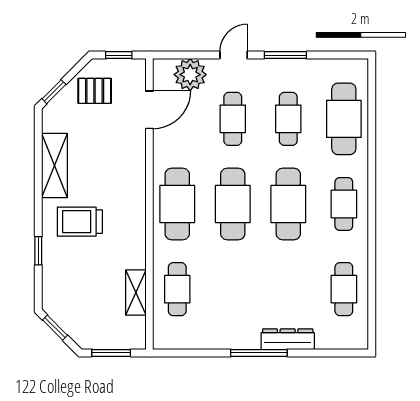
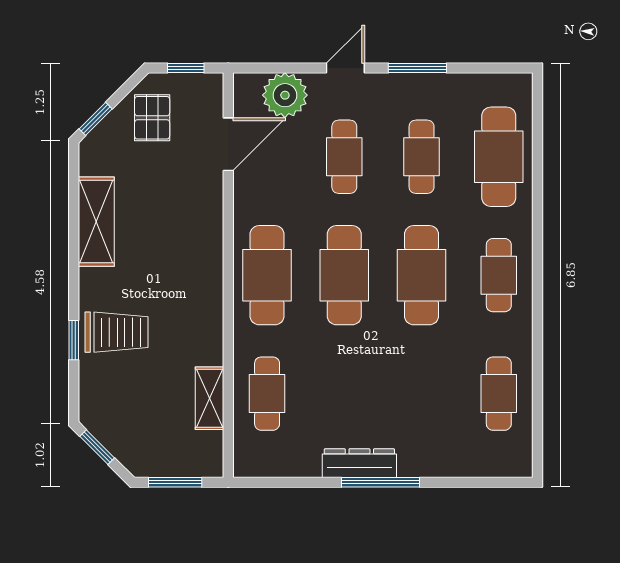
pallet: (95, 91) -> (152, 118), turned 90
trolley: (80, 222) -> (117, 332), moved, turned 180
dresser: (288, 339) -> (359, 463), moved

